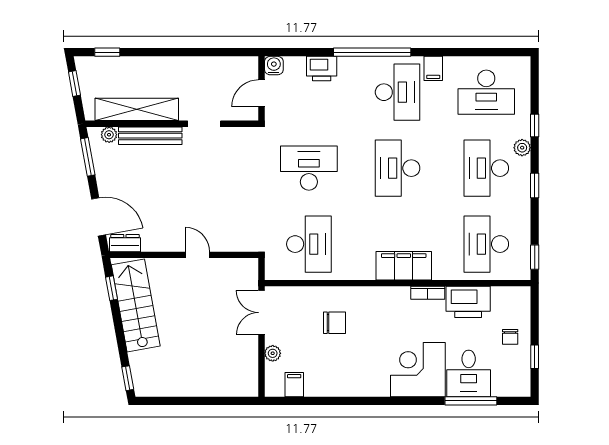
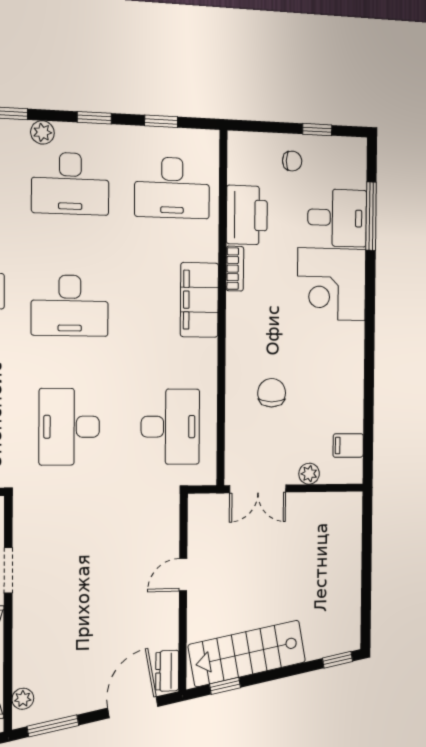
bench: (150, 136) -> (24, 643), removed
desk: (309, 244) -> (170, 427), turned 90
window: (535, 257) -> (161, 121), moved

